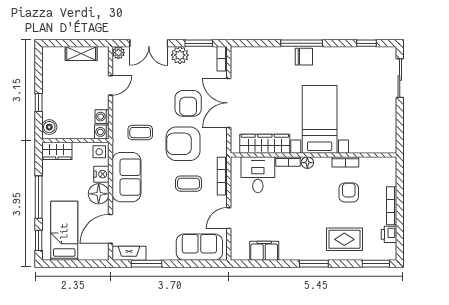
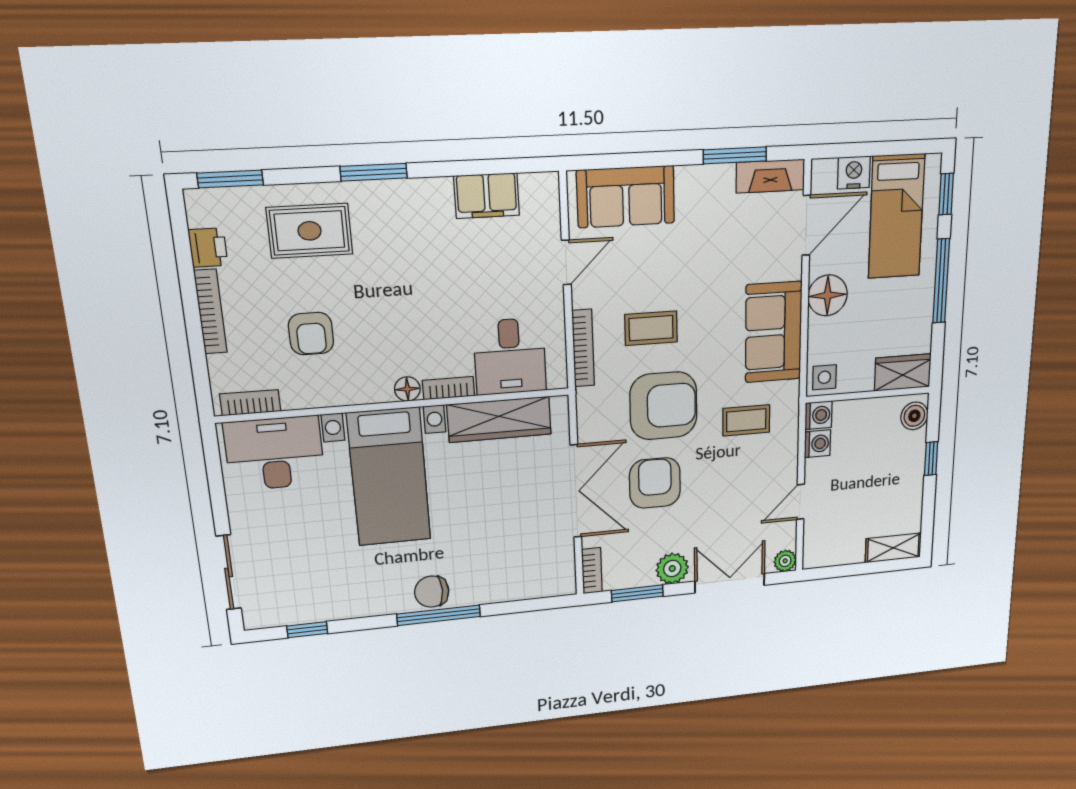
shelving: (81, 53) -> (893, 548), moved
desk: (371, 136) -> (275, 453), added
bookcase: (345, 162) -> (250, 403), moved
nightstand: (101, 174) -> (854, 173), moved, turned 90

